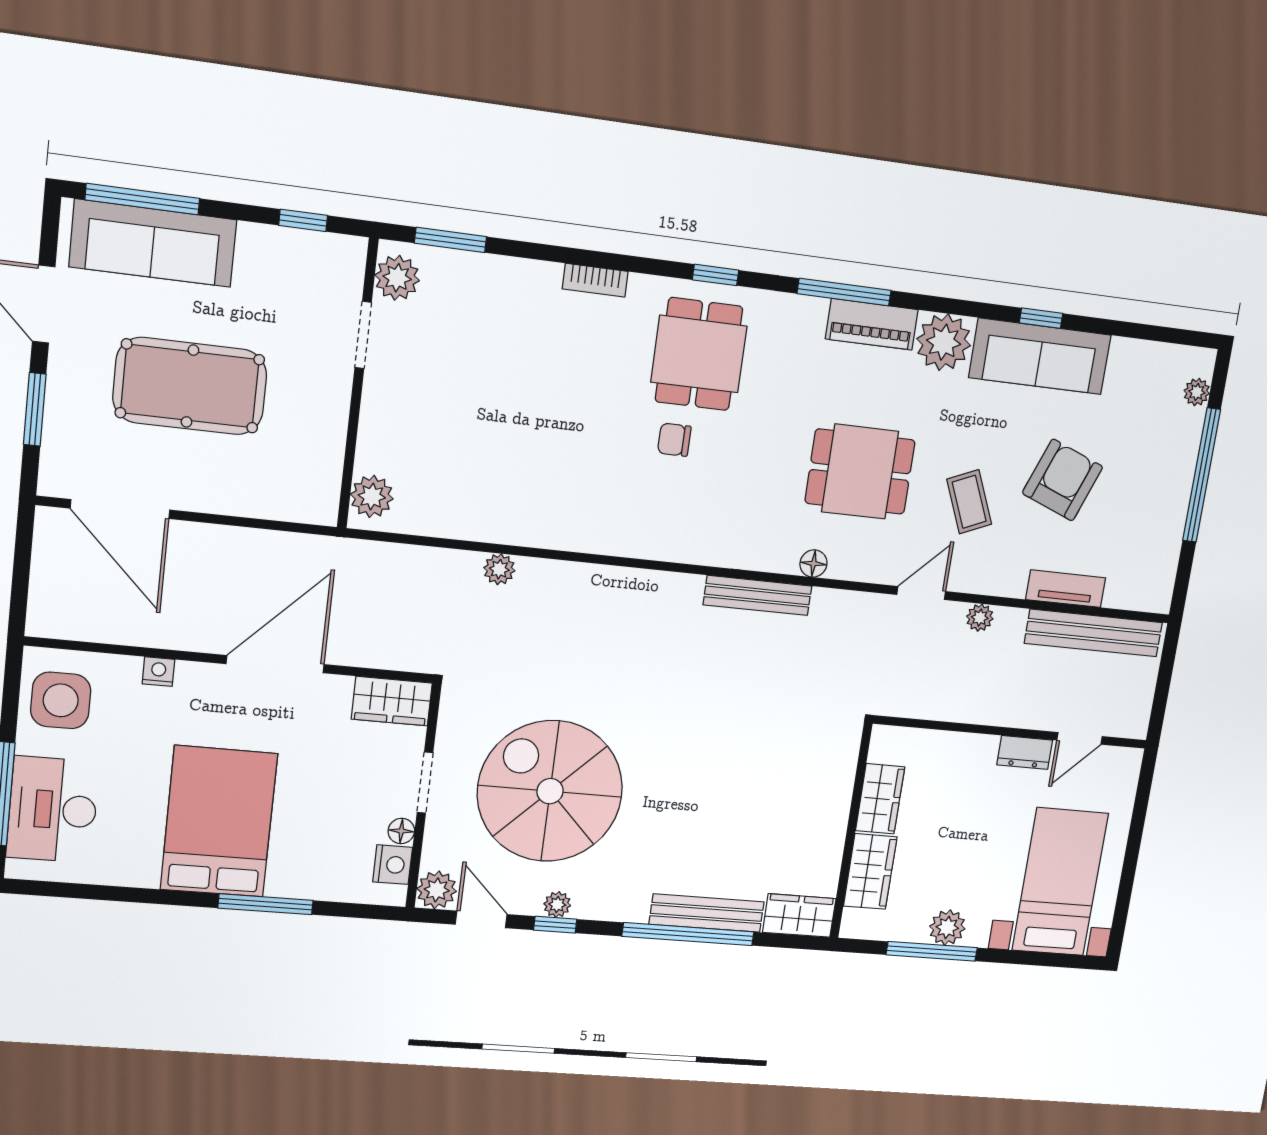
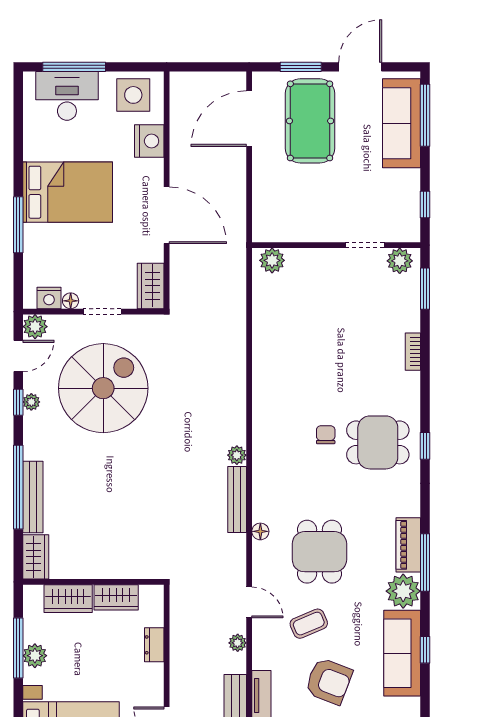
bookcase: (595, 280) -> (413, 352), moved
window: (844, 292) -> (425, 563), moved
pool table: (190, 386) -> (310, 121), moved
plant: (499, 569) -> (237, 455), moved
nightstand: (158, 672) -> (149, 141), width x1.89, depth x1.79
dresser: (1025, 752) -> (154, 645), moved

